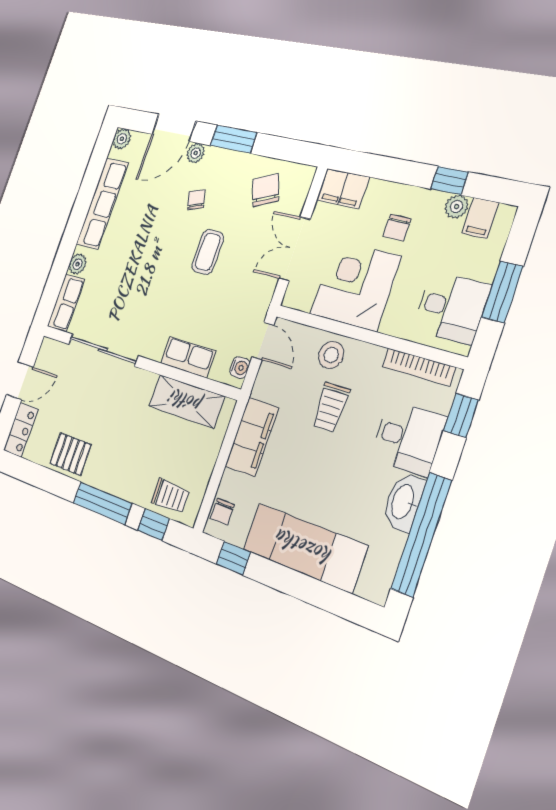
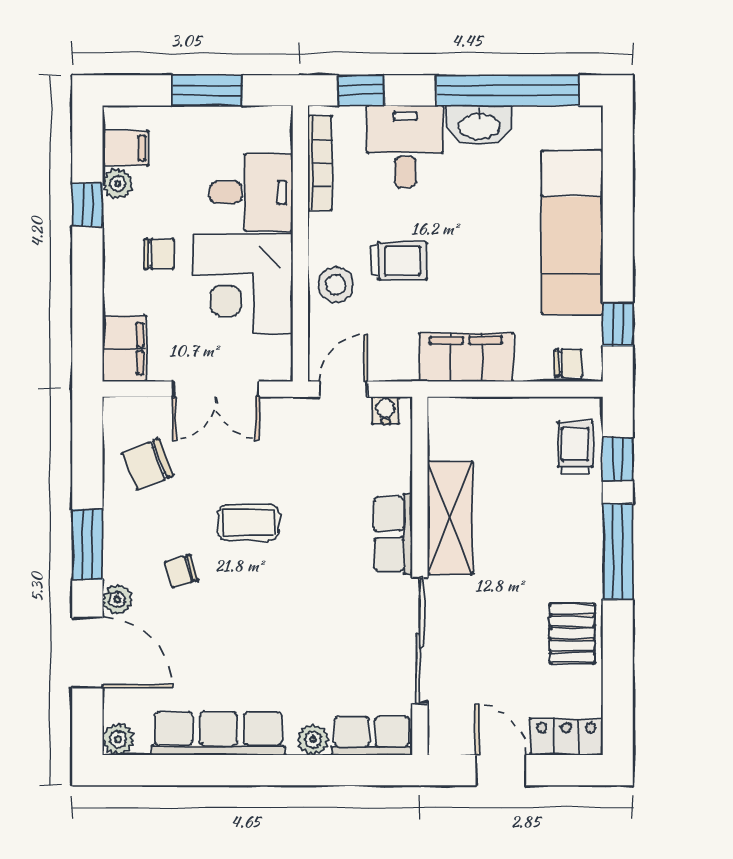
desk: (451, 308) -> (251, 192), moved, turned 90
row of seats: (188, 357) -> (393, 534), moved
shelving: (186, 401) -> (450, 518), moved

